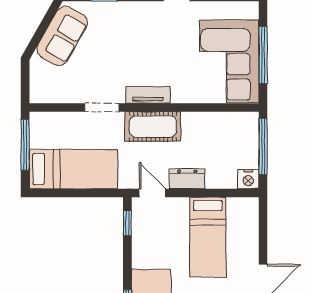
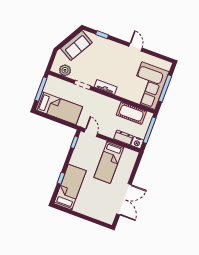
plant: (58, 92) -> (65, 70), added
cot: (153, 127) -> (131, 113), moved
dresser: (187, 179) -> (123, 137), moved

